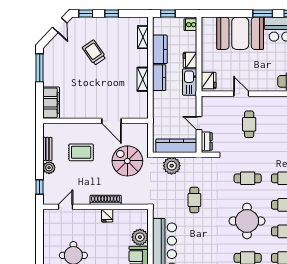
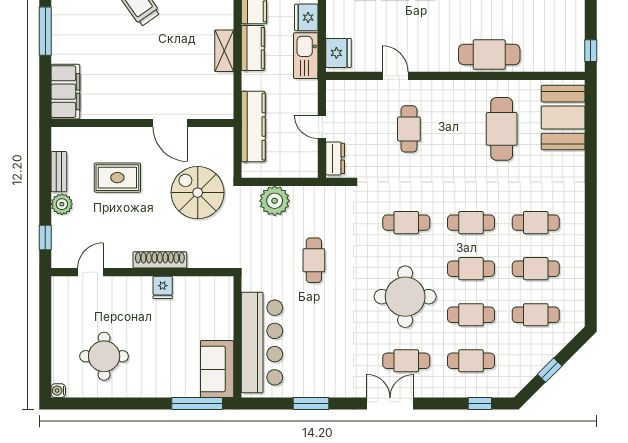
kitchen counter: (176, 146) -> (253, 127), moved, turned 90
plant: (140, 237) -> (219, 325), removed

